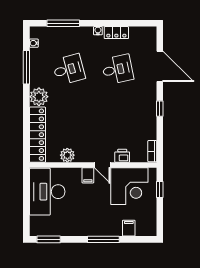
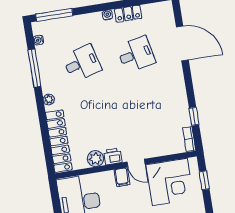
window: (63, 23) -> (54, 15), moved
plant: (39, 97) -> (49, 100), width x0.53, depth x0.53
window: (160, 109) -> (194, 116), moved
printer: (122, 156) -> (113, 156), moved

